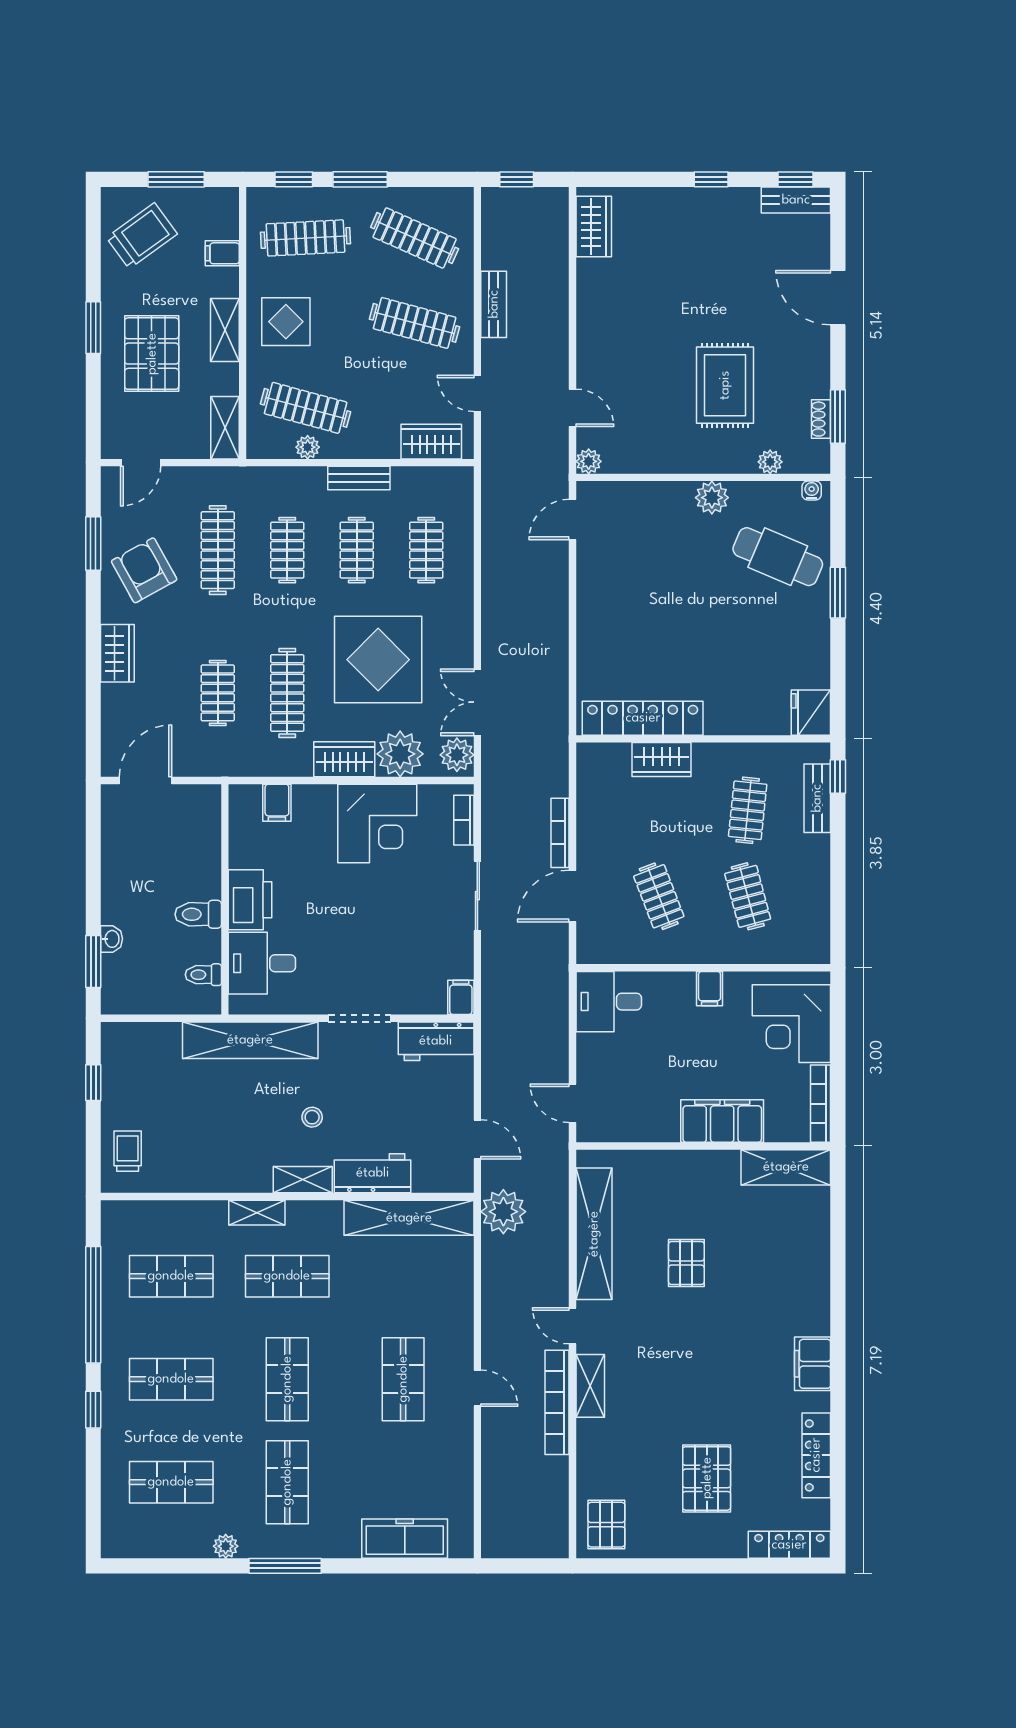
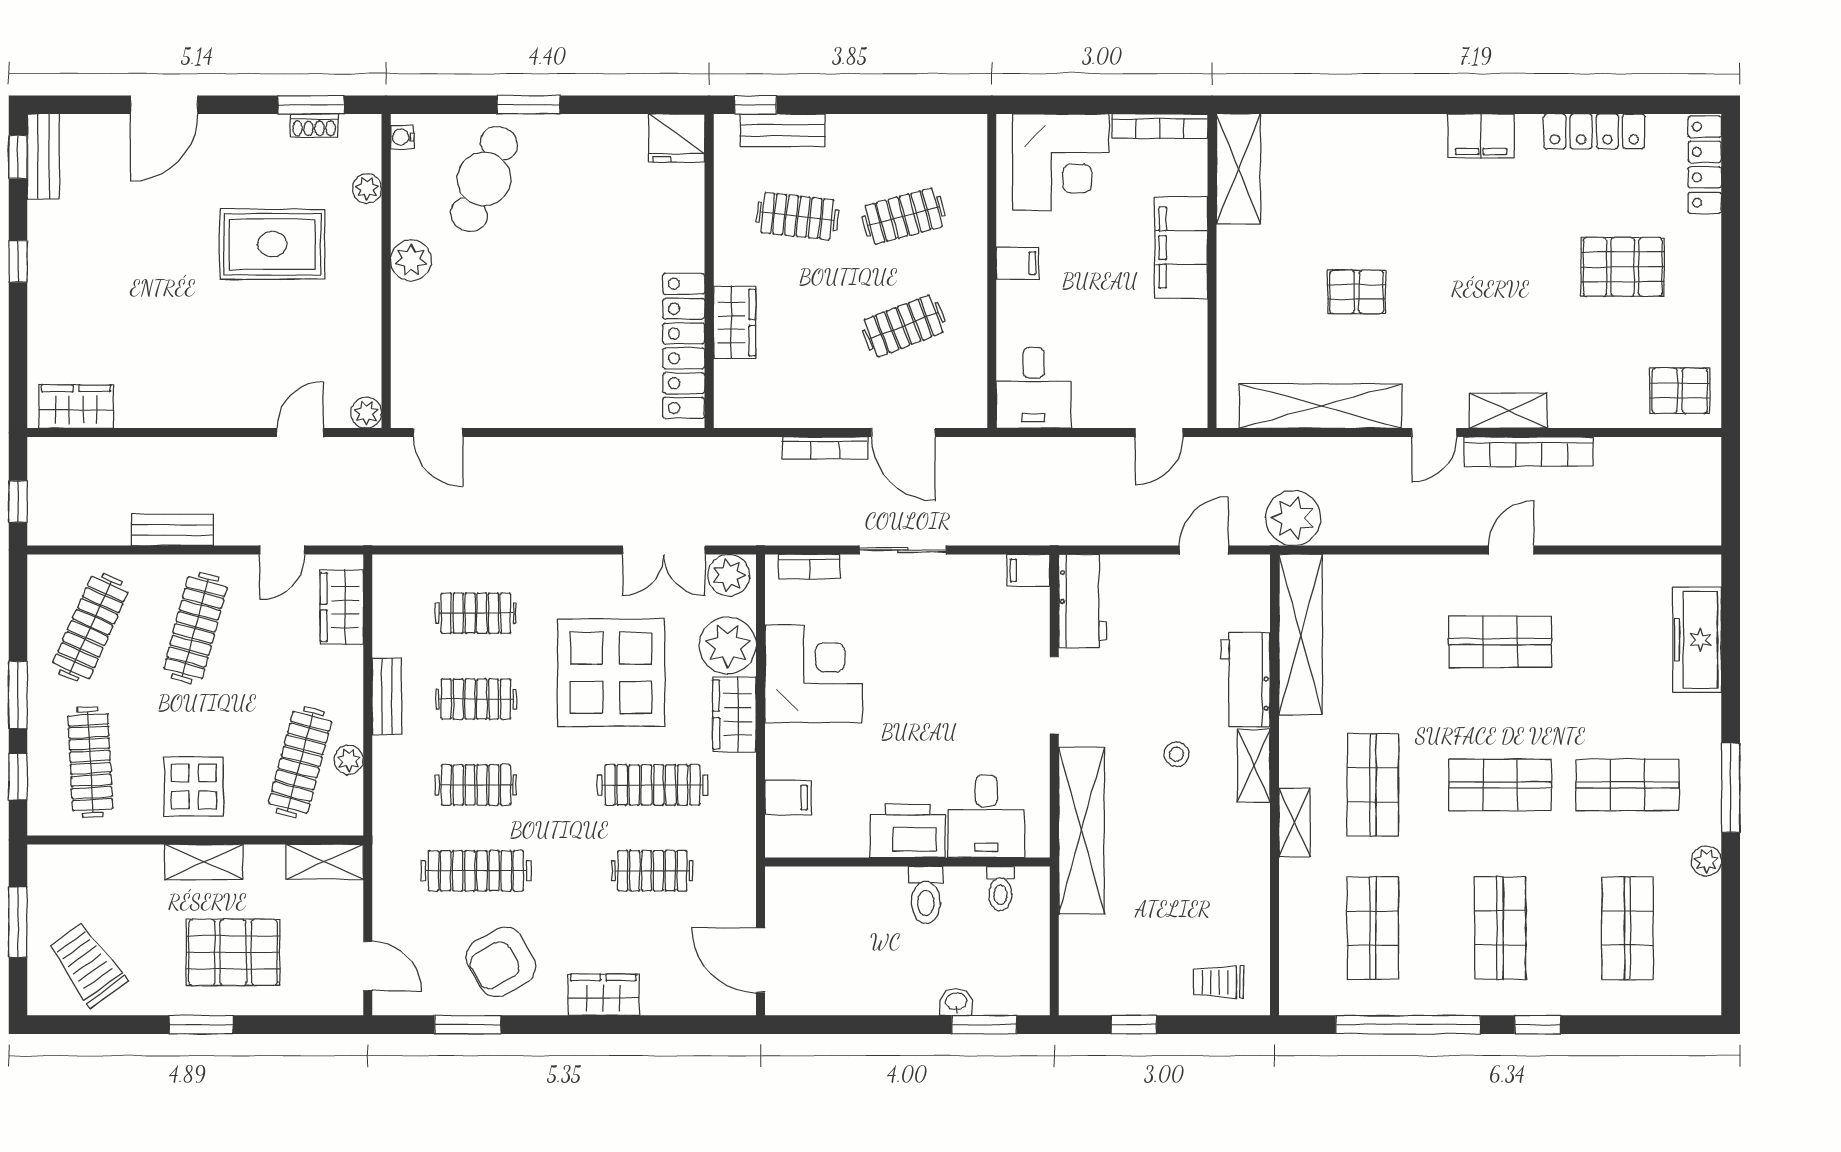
filing cabinet: (222, 253) -> (109, 865), removed

